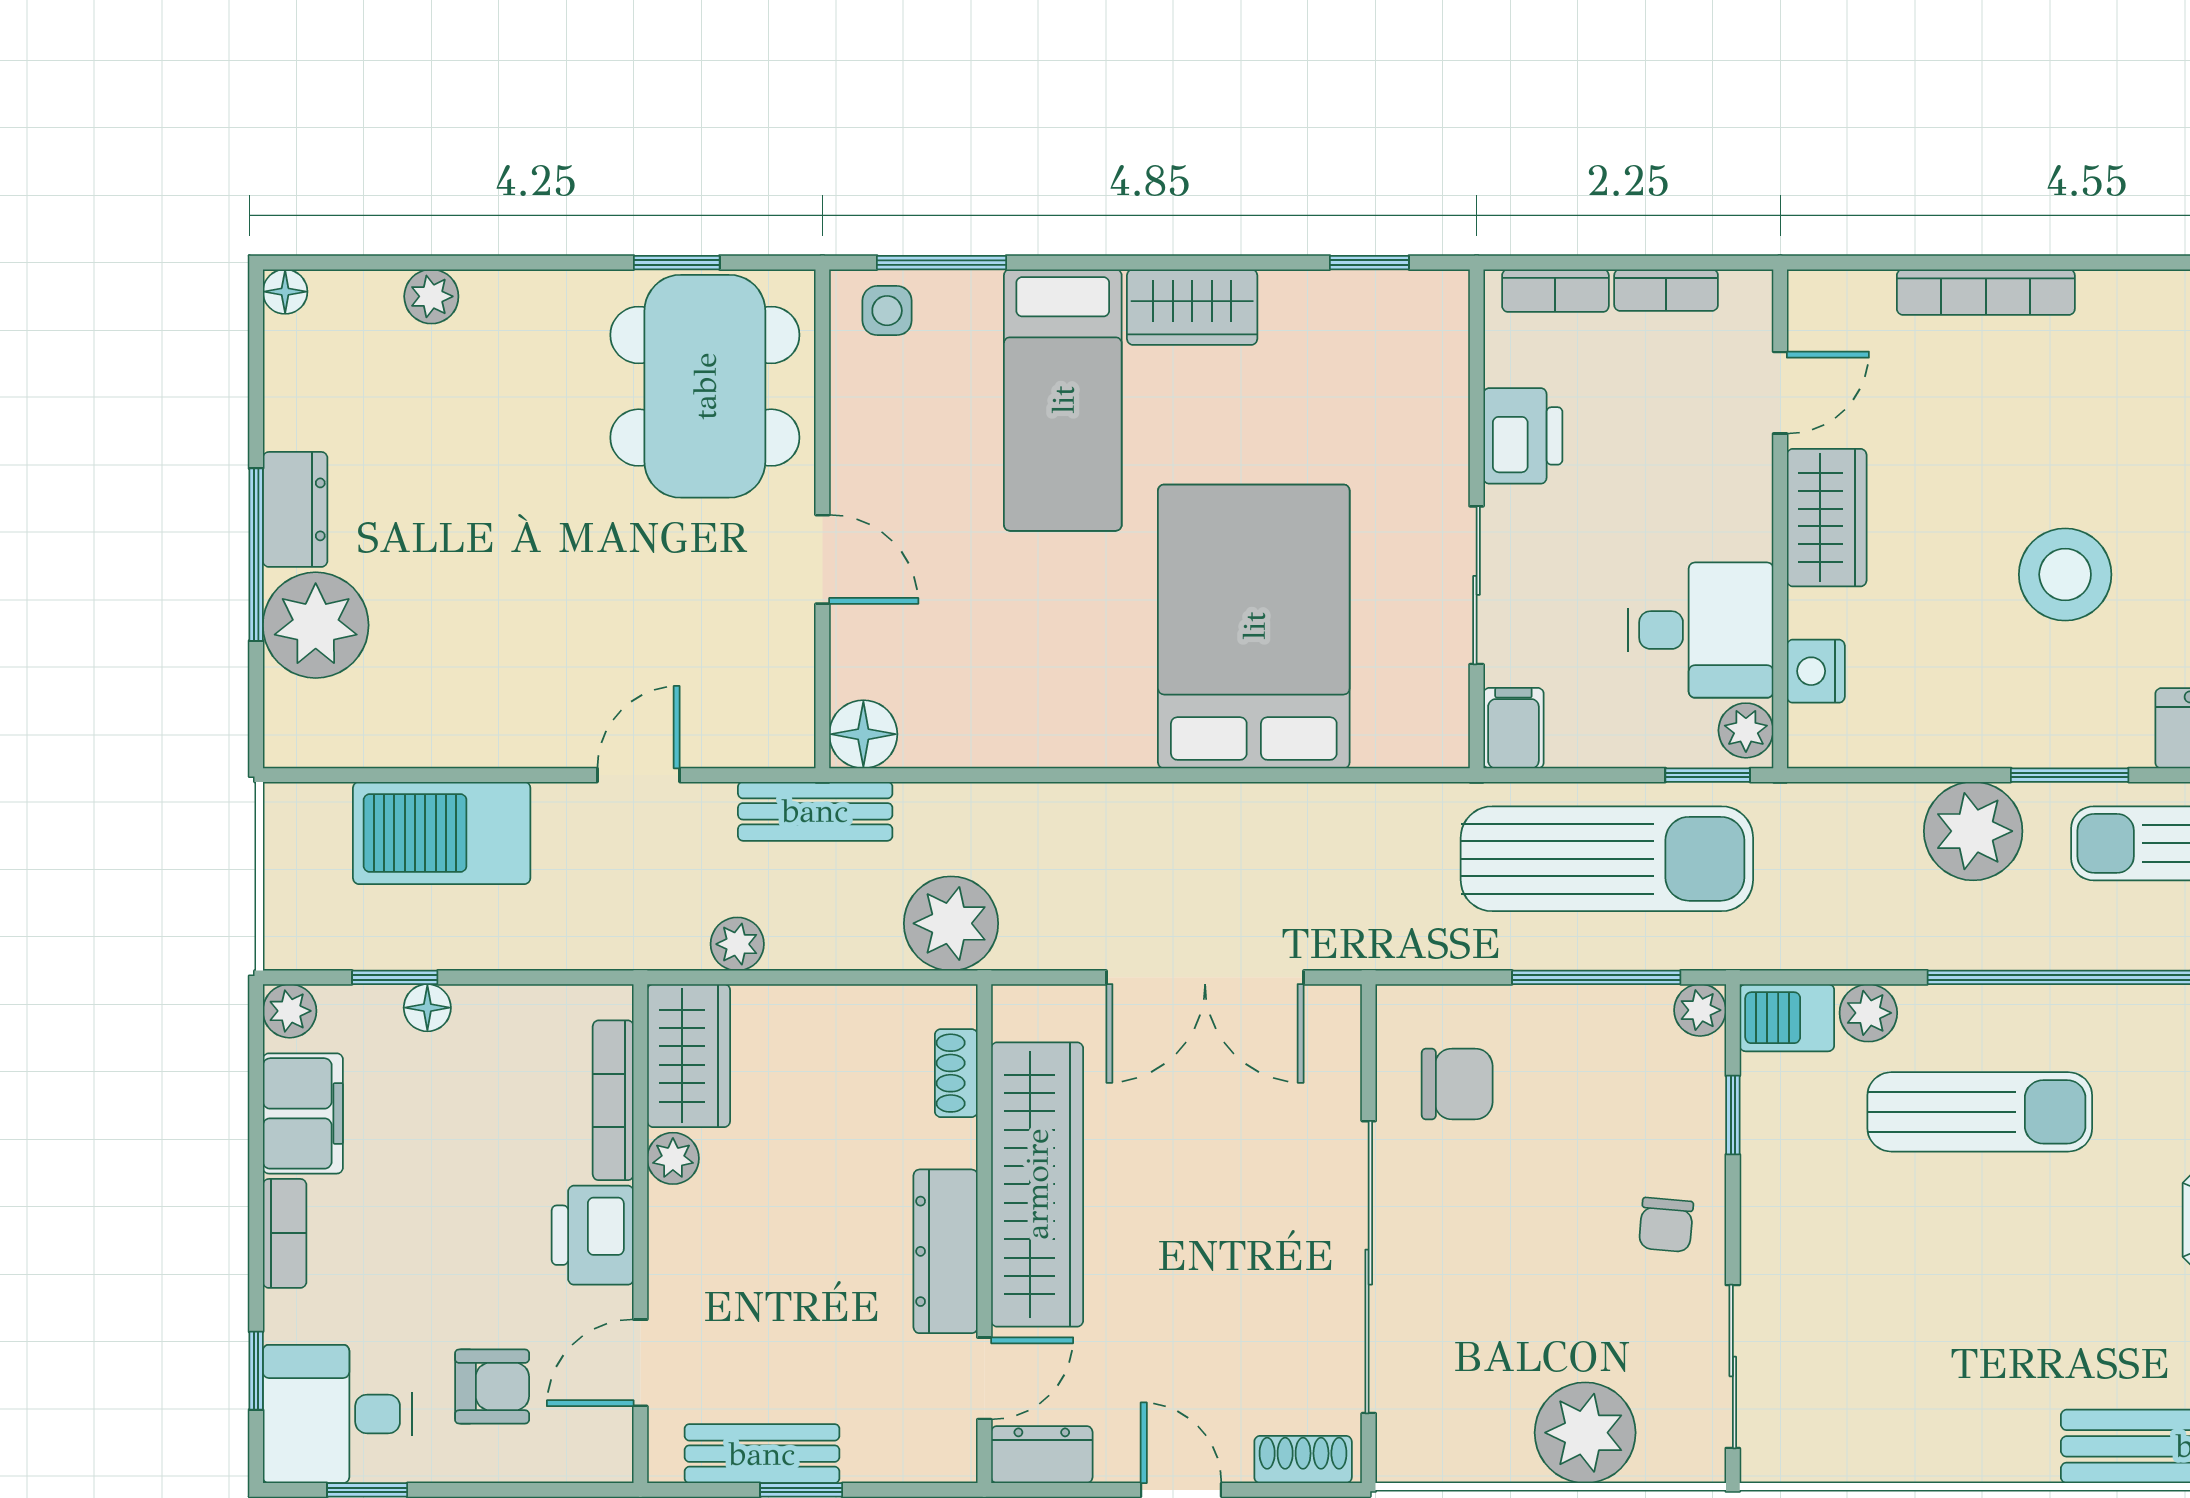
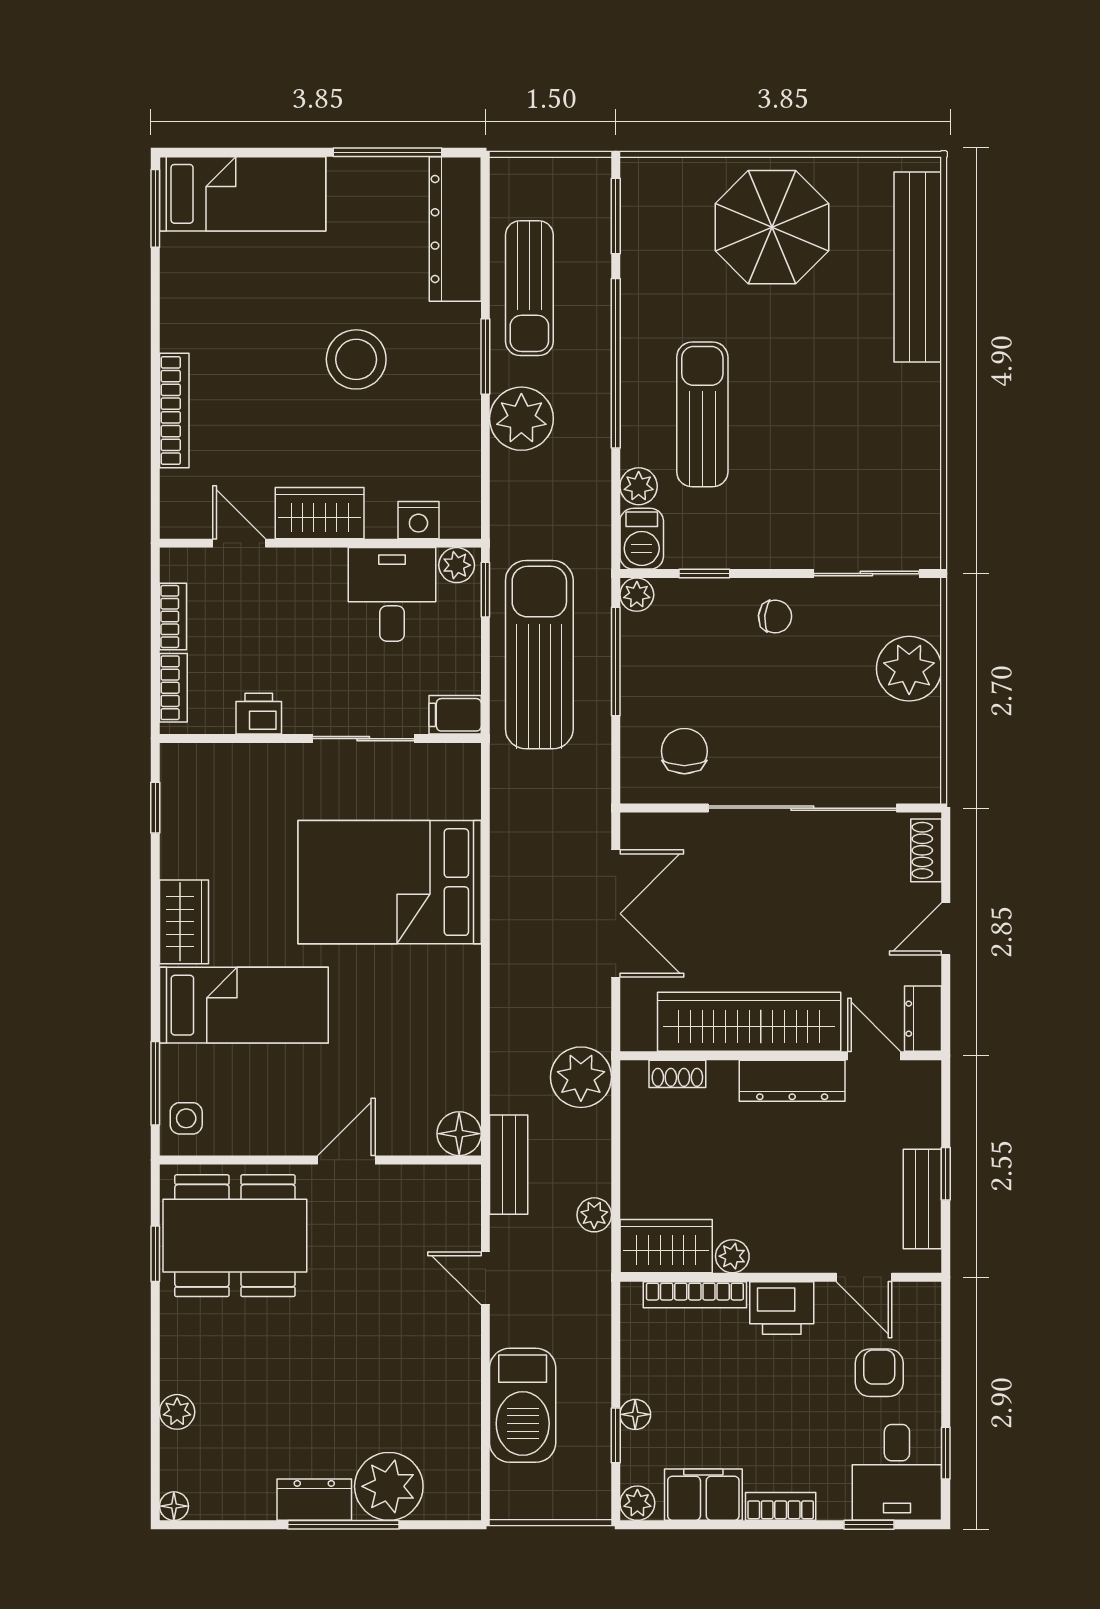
printer: (1523, 436) -> (259, 714), width x0.73, depth x0.81

